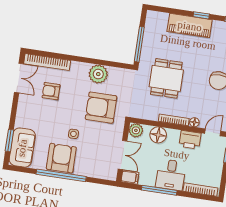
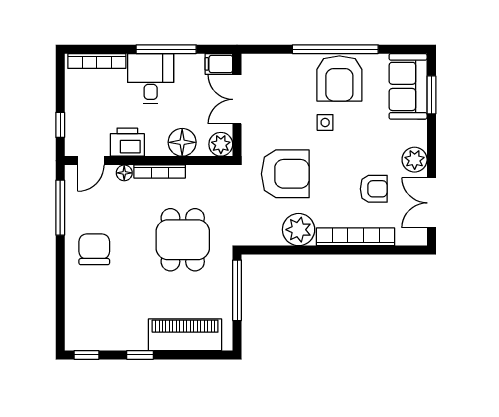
piano: (190, 26) -> (185, 335), moved
bookcase: (47, 62) -> (356, 237), moved
plant: (25, 104) -> (415, 160), added

